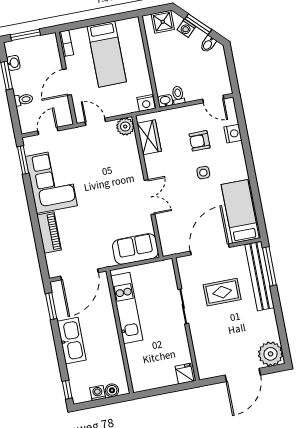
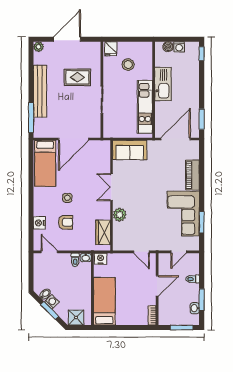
washing machine: (186, 28) -> (52, 302), moved
bed: (107, 54) -> (104, 301), moved
plant: (125, 127) -> (120, 215), moved
window: (23, 160) -> (202, 222), moved
bench: (260, 276) -> (40, 91), moved
rug: (222, 292) -> (77, 77), moved
kitchen sink: (72, 341) -> (163, 84), moved, turned 180
plant: (271, 354) -> (39, 47), width x0.53, depth x0.53
stool: (159, 358) -> (128, 65), added

